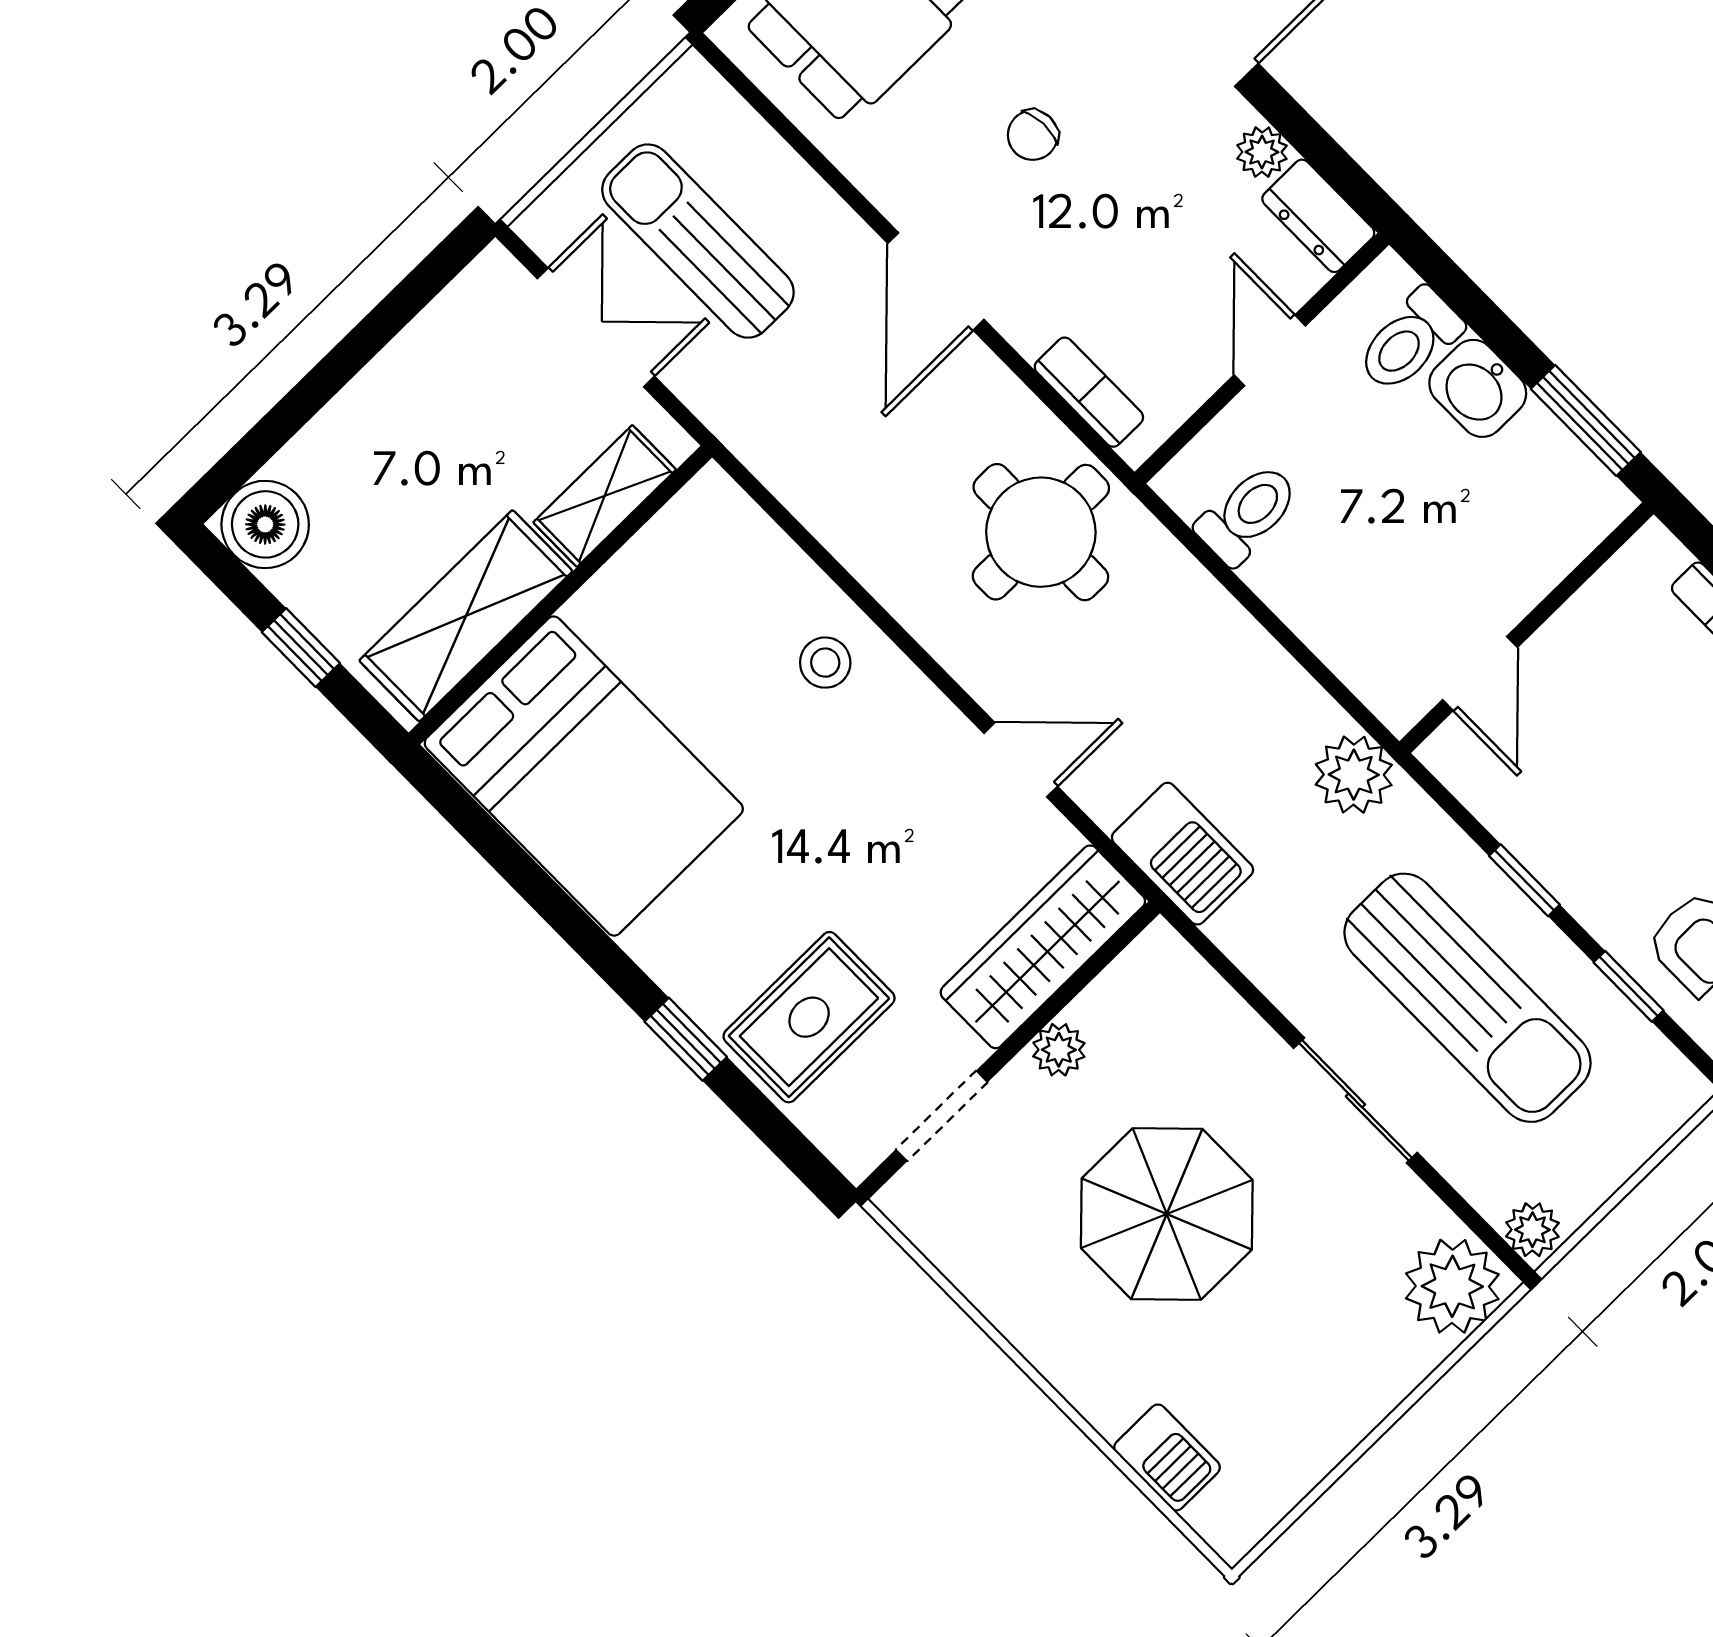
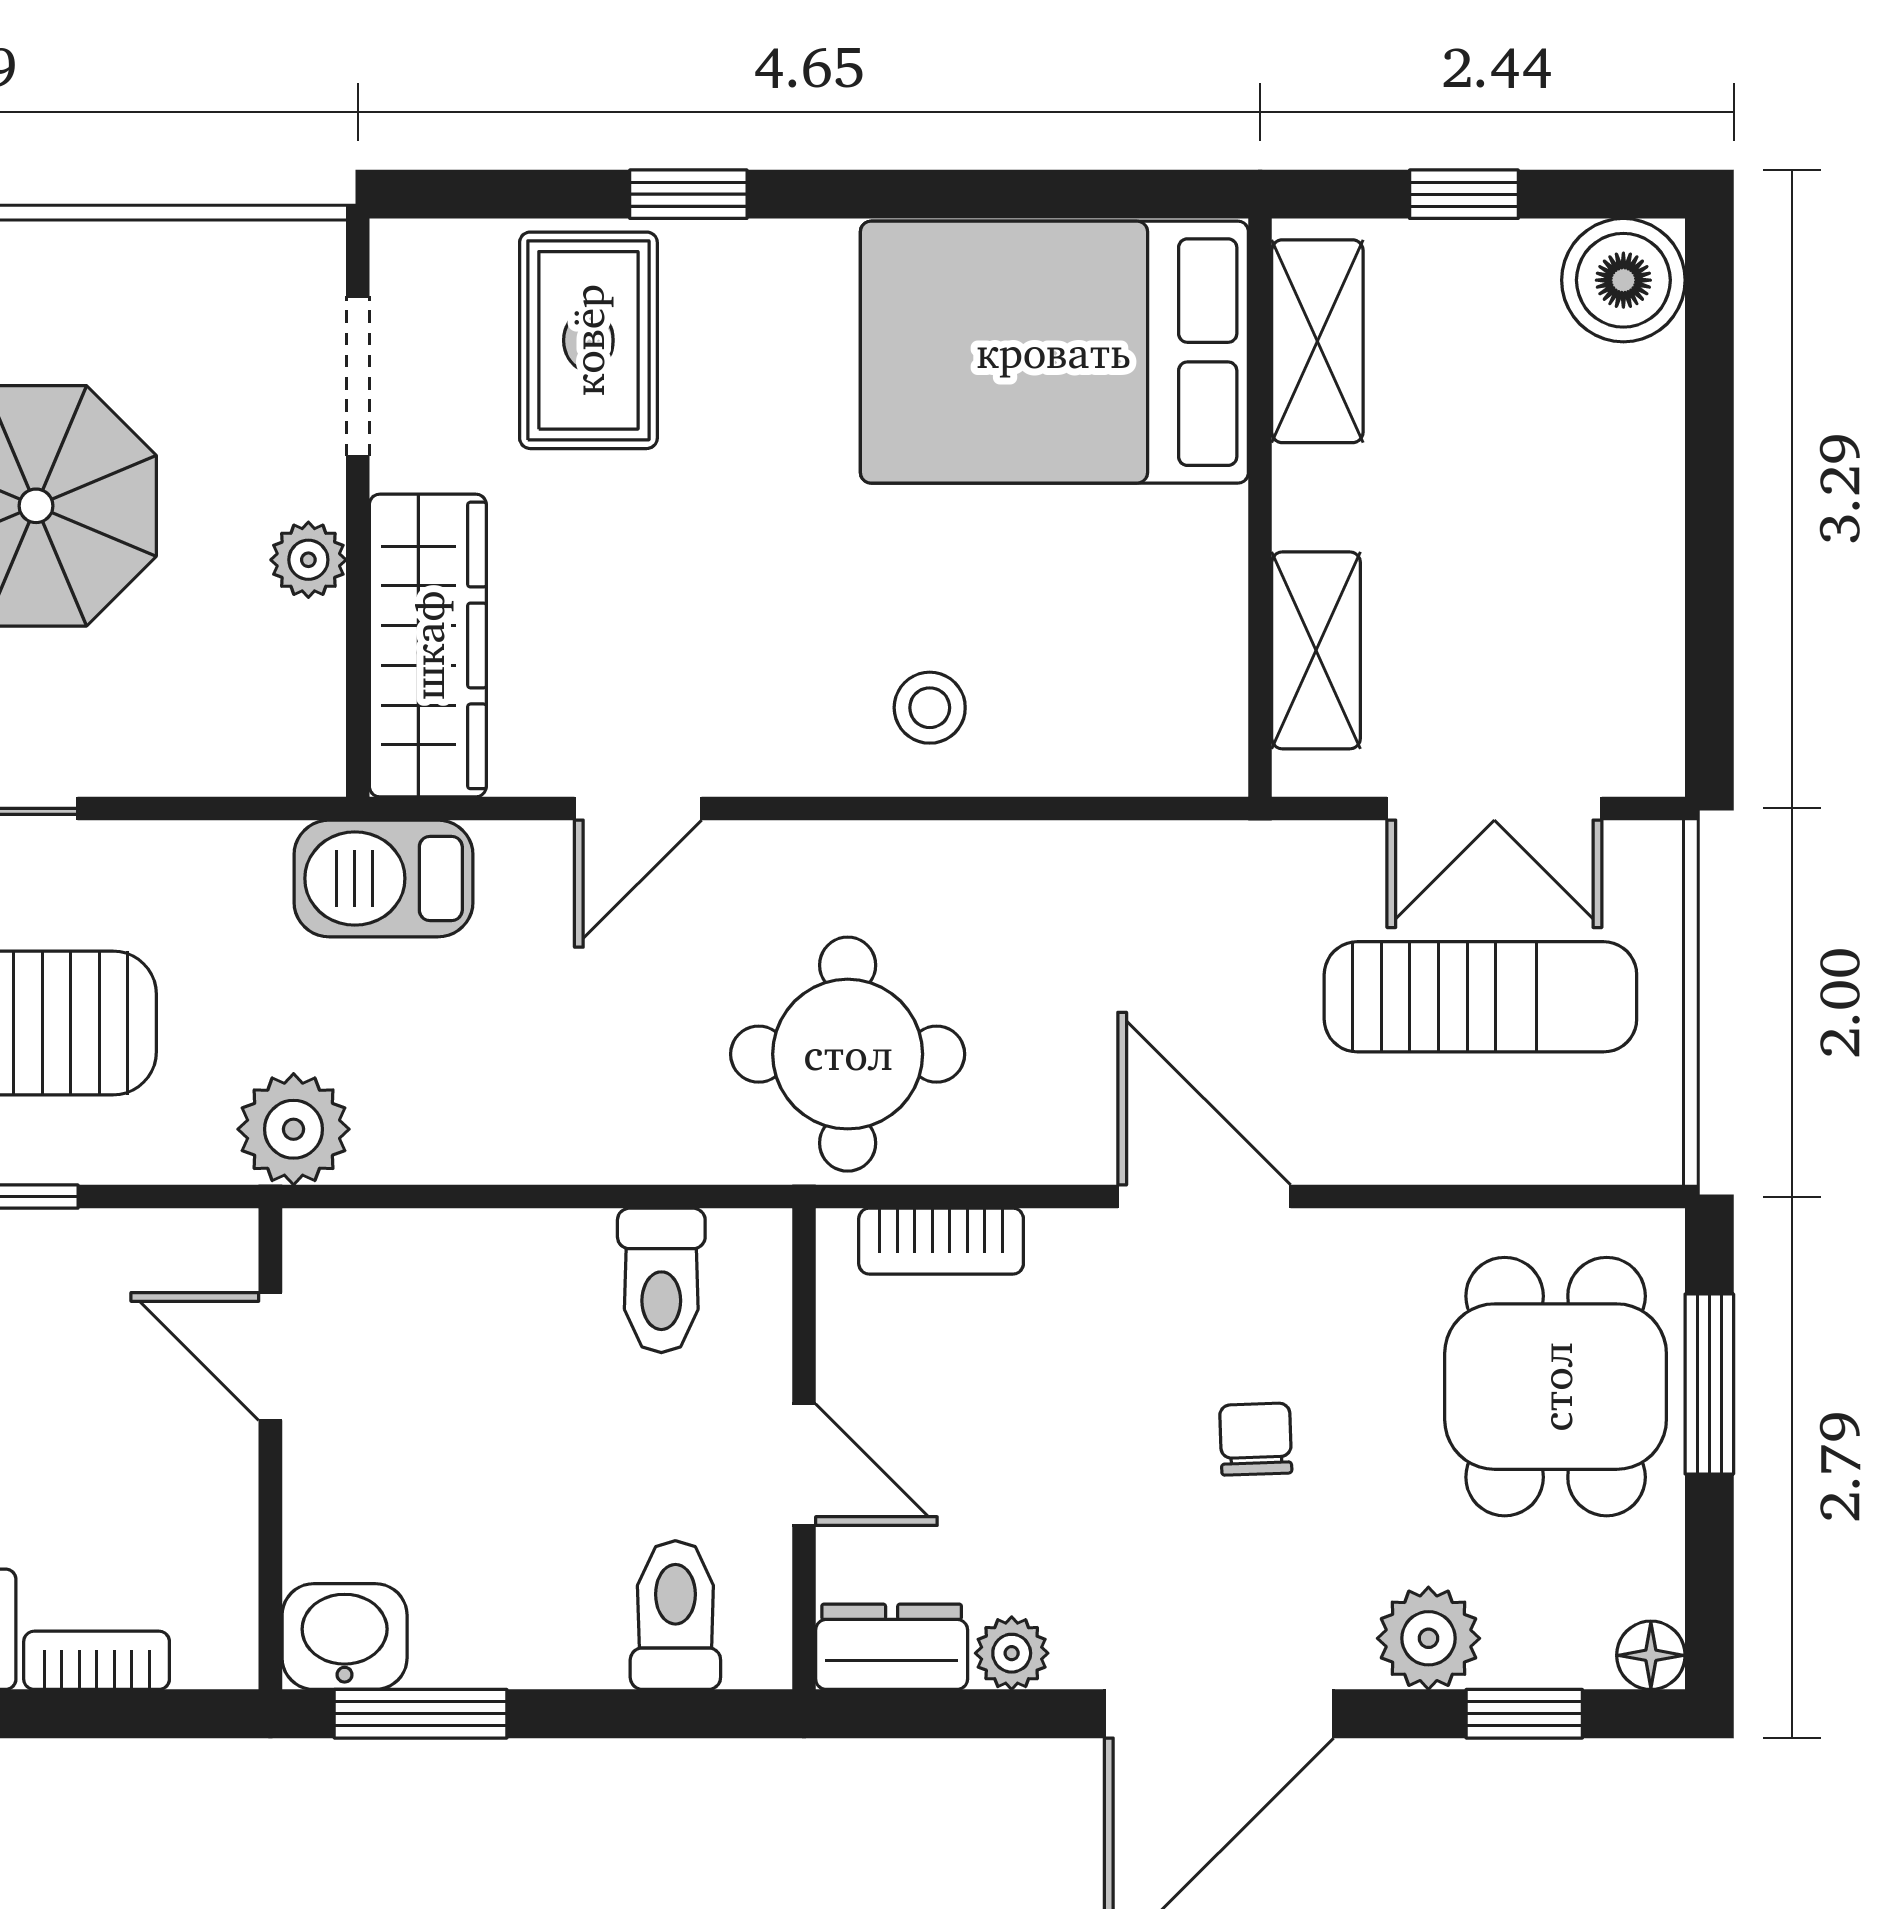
washbasin: (1478, 388) -> (345, 1637), moved
shelving: (466, 616) -> (1317, 341), width x0.67, depth x0.75

